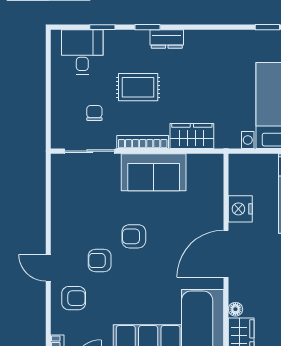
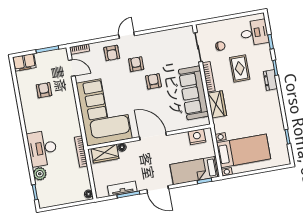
sofa: (154, 172) -> (194, 93), width x1.36
nightstand: (240, 209) -> (197, 137), moved

